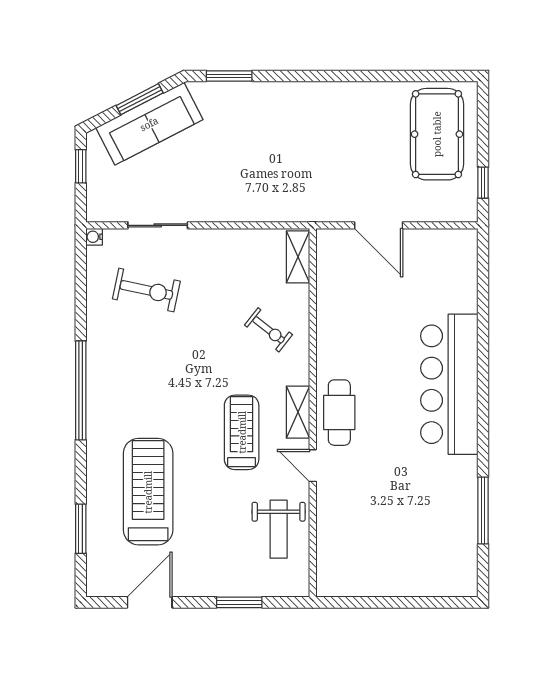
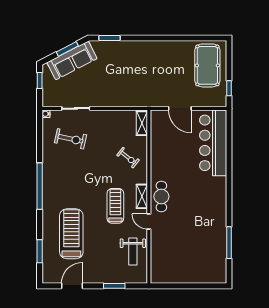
bar counter: (449, 384) -> (213, 143), moved

